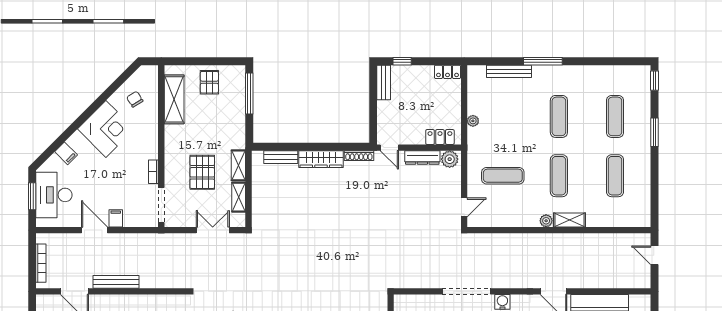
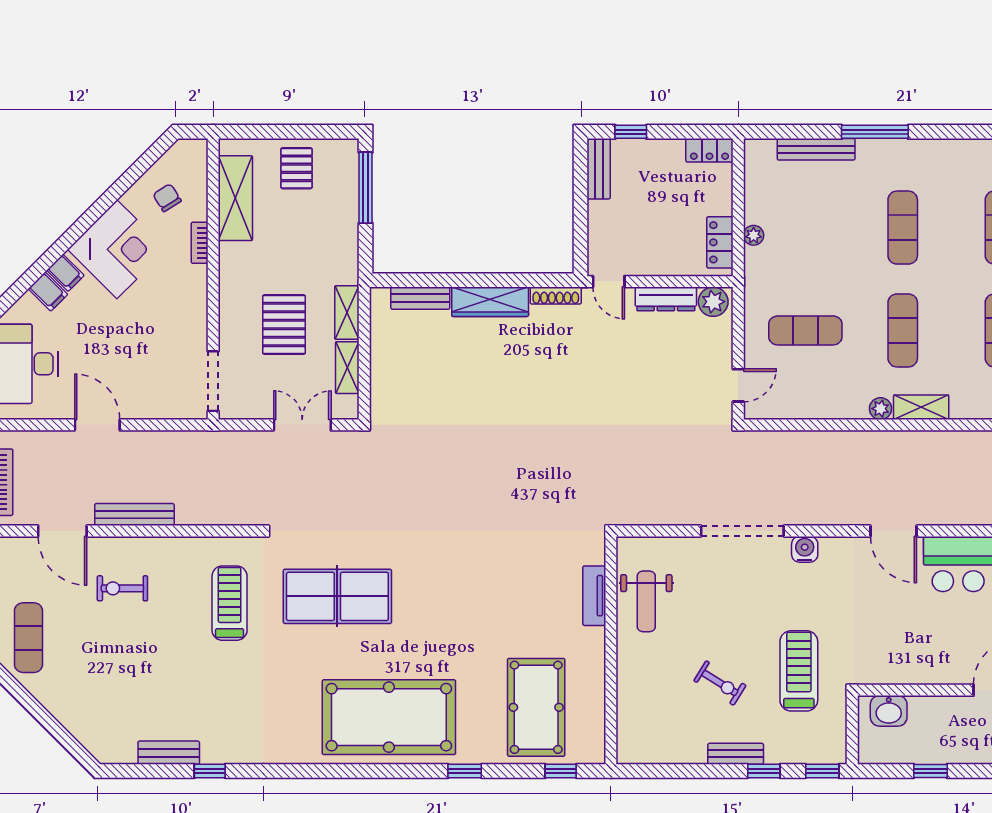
locker: (440, 137) -> (720, 242), moved, turned -90
bookcase: (153, 172) -> (200, 243), moved
filing cabinet: (116, 218) -> (65, 273), moved, turned 135

